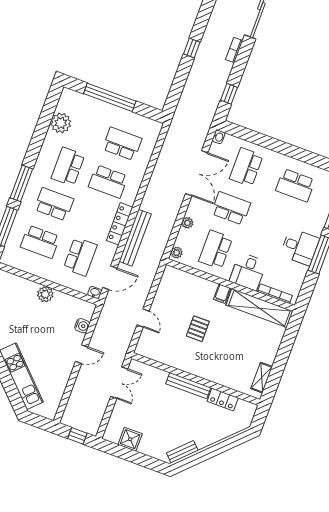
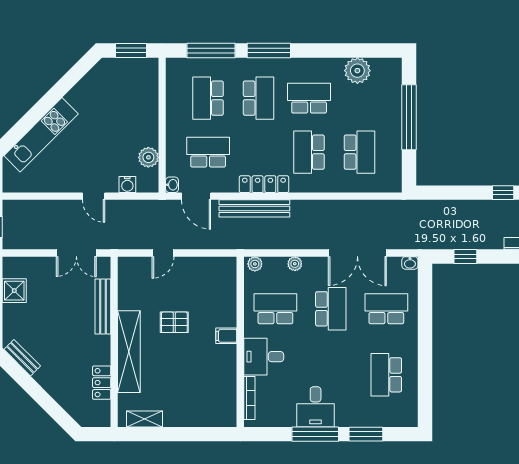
school desk: (80, 257) -> (208, 152), turned 180
plant: (45, 294) -> (148, 157), moved
shelving: (259, 308) -> (129, 352), moved
bench: (188, 386) -> (103, 306), moved

